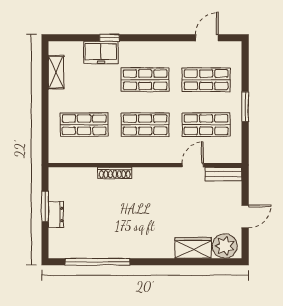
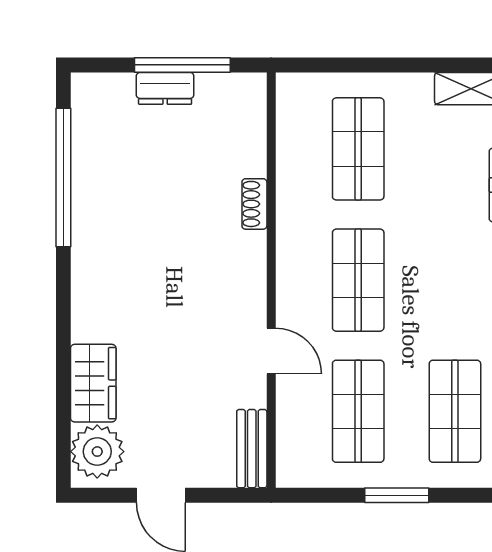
shop shelf: (145, 80) -> (455, 280), removed
door: (193, 165) -> (271, 351), moved
shoe rack: (115, 173) -> (254, 204), width x0.70
window: (45, 206) -> (182, 65), width x1.44

